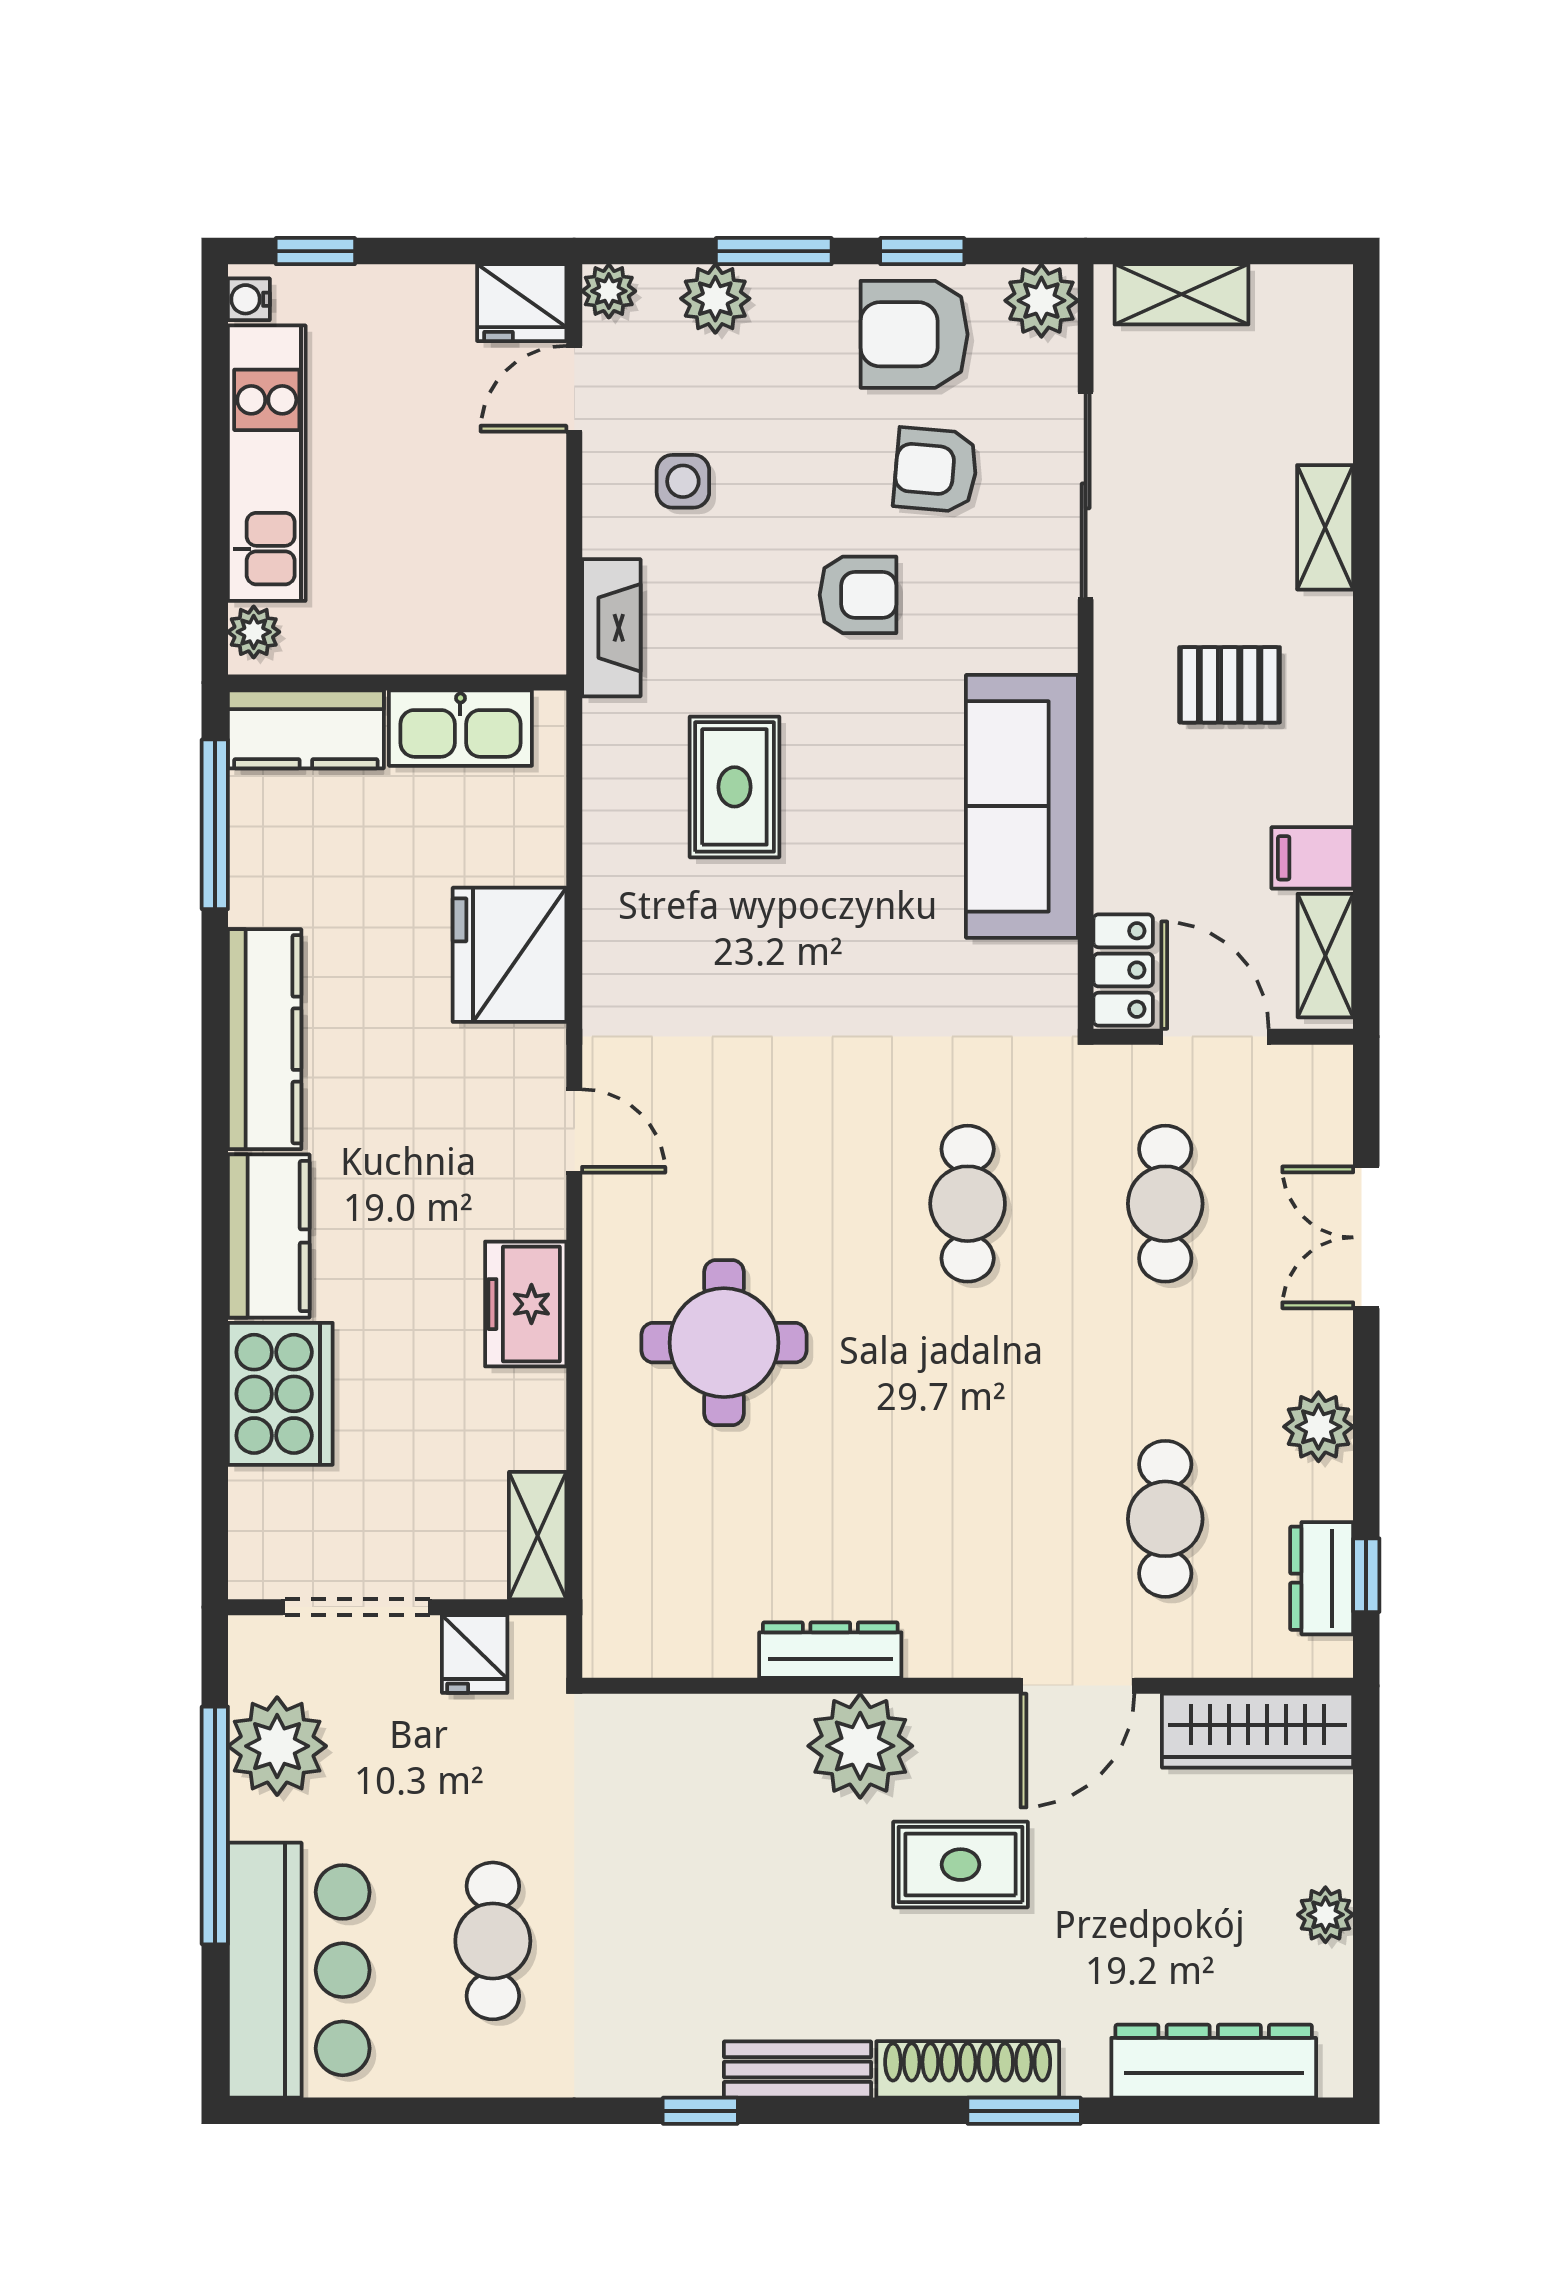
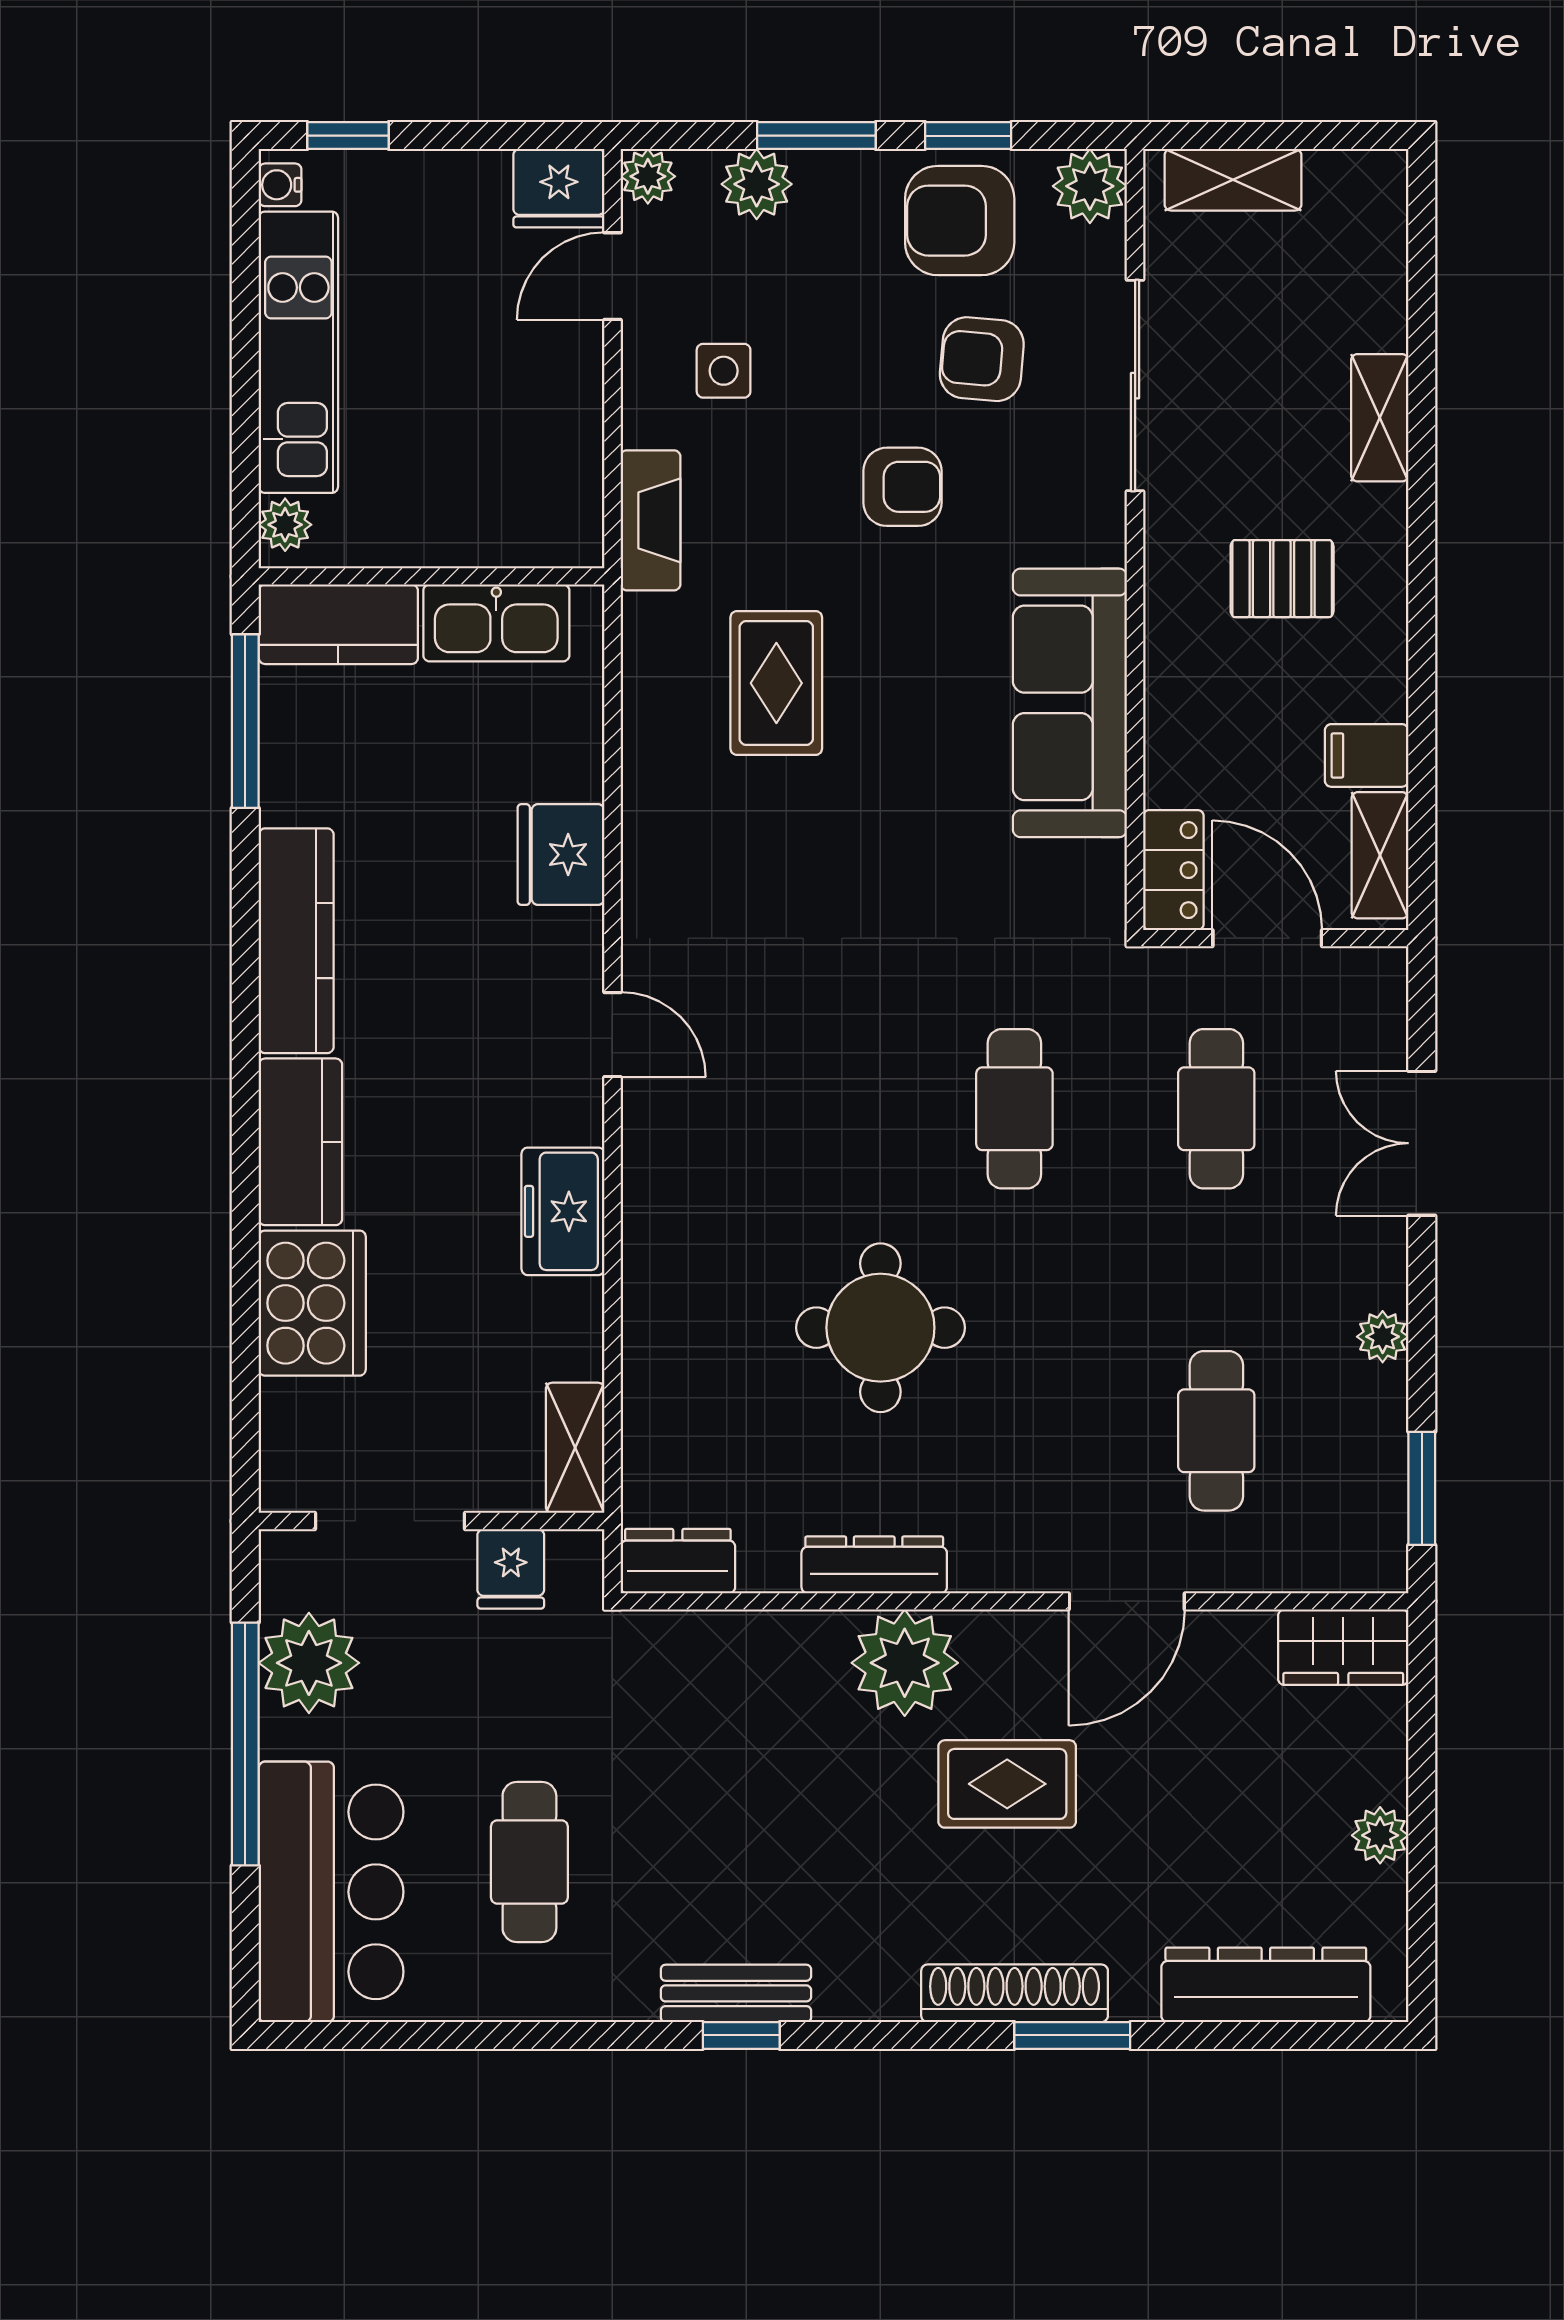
fridge: (509, 955) -> (561, 855), width x0.73, depth x0.75
round table: (724, 1343) -> (880, 1328), moved
plant: (1318, 1427) -> (1383, 1337), width x0.73, depth x0.73
window: (1366, 1575) -> (1422, 1488), width x1.50
dresser: (1322, 1578) -> (678, 1561), moved, turned 90
wardrobe: (1258, 1731) -> (1343, 1647), width x0.67
bench: (798, 2070) -> (736, 1993), moved

